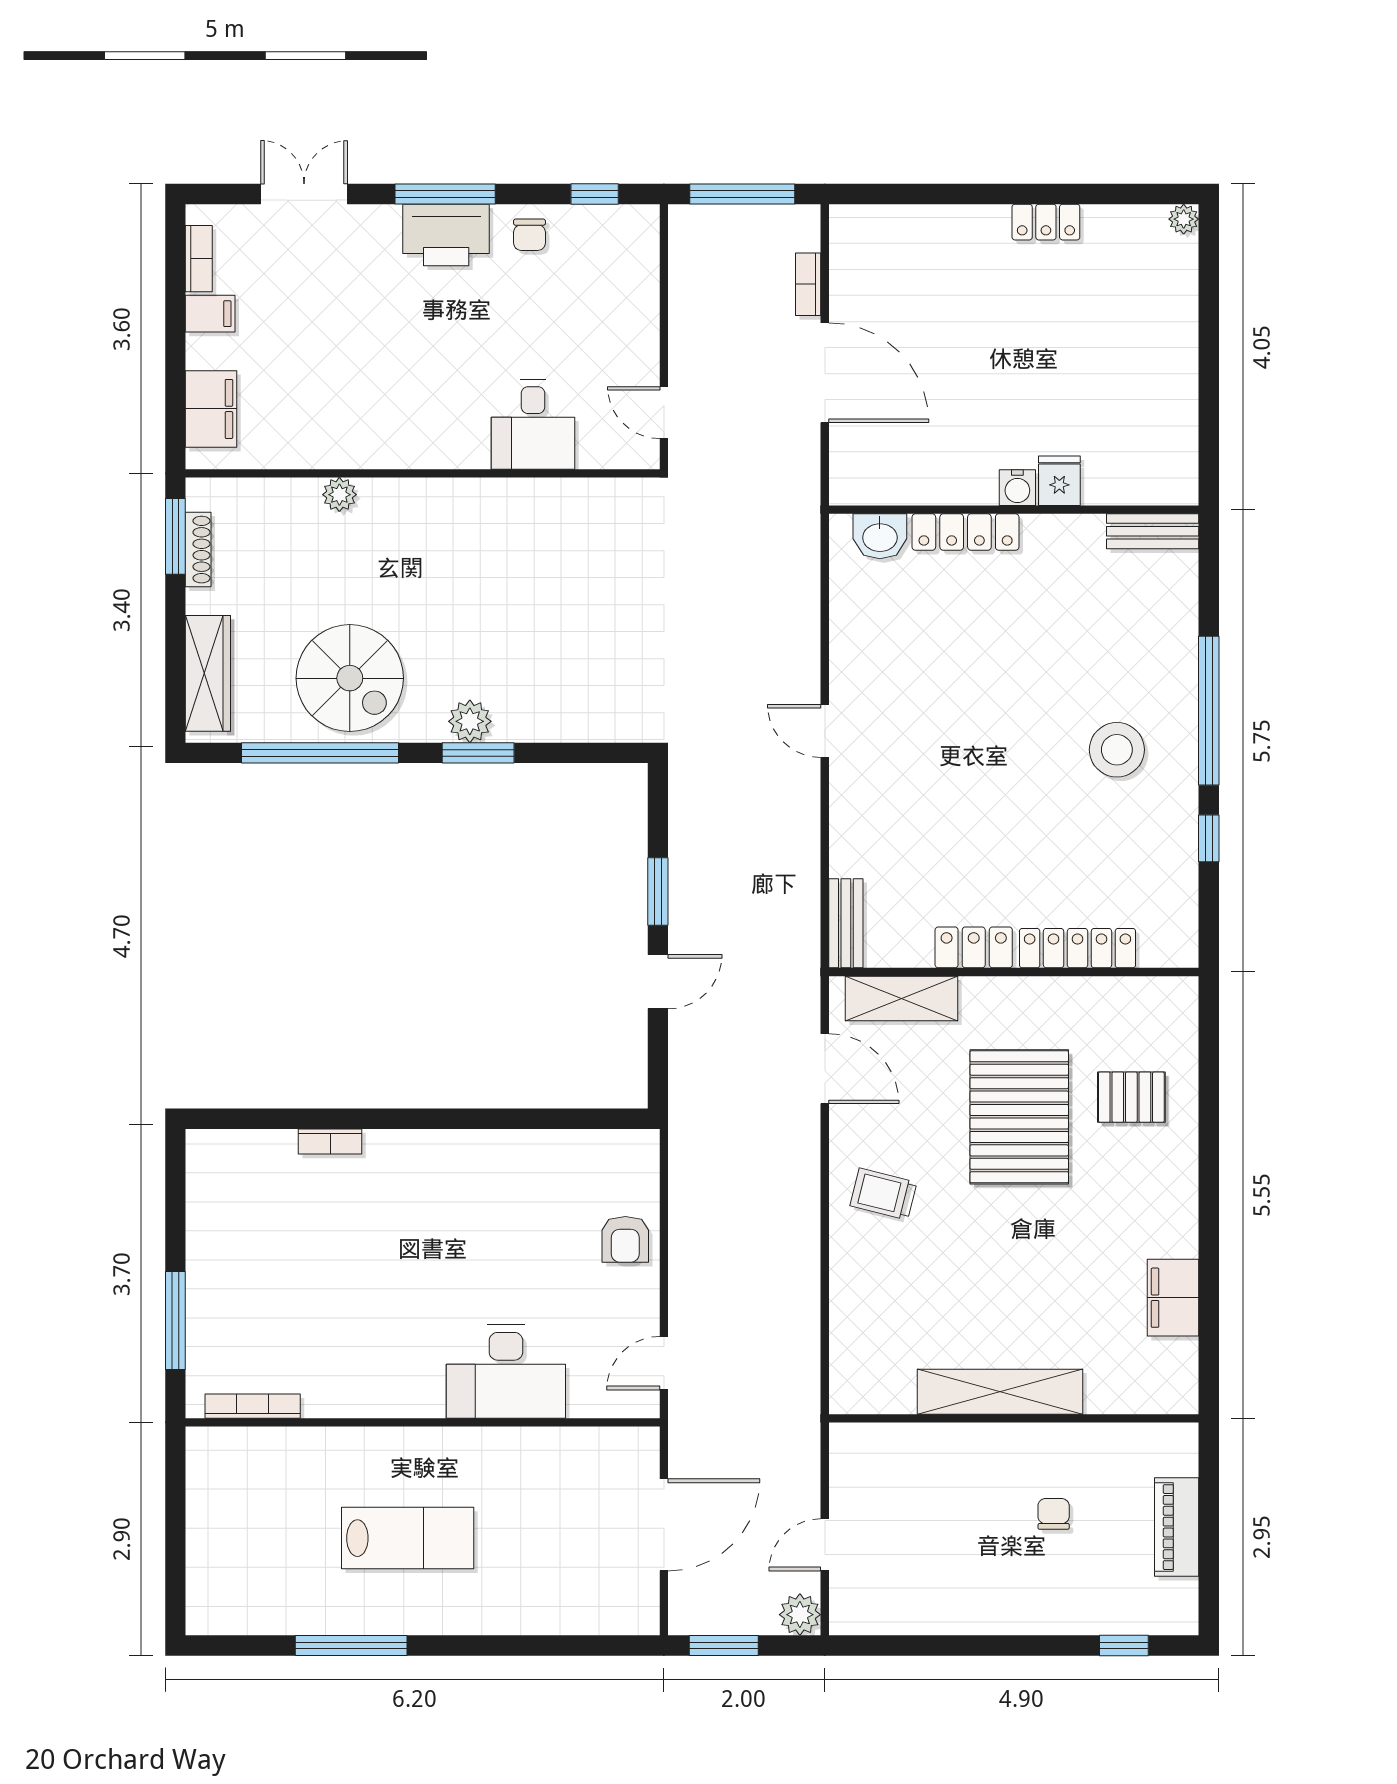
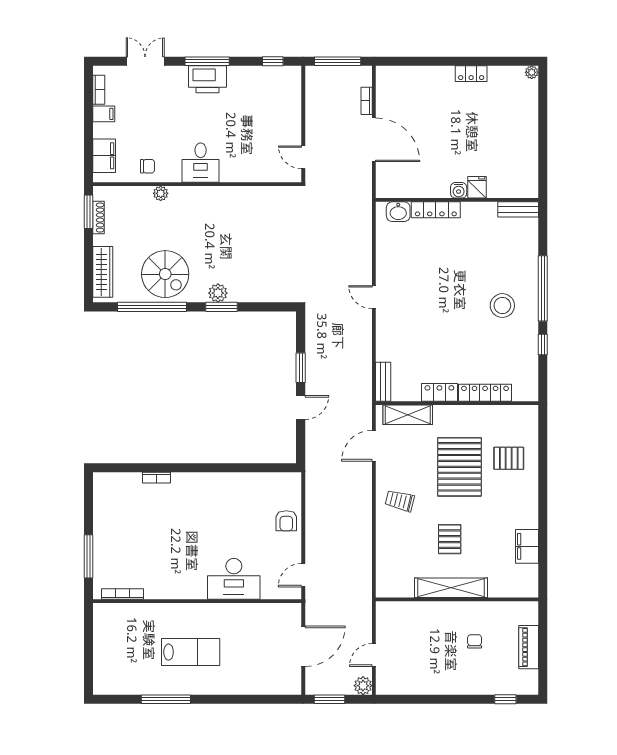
chair: (529, 235) -> (147, 166), moved, turned -90
desk: (533, 424) -> (201, 163), moved
door: (825, 1069) -> (374, 446), swing flipped
pallet: (997, 1281) -> (450, 539), added

